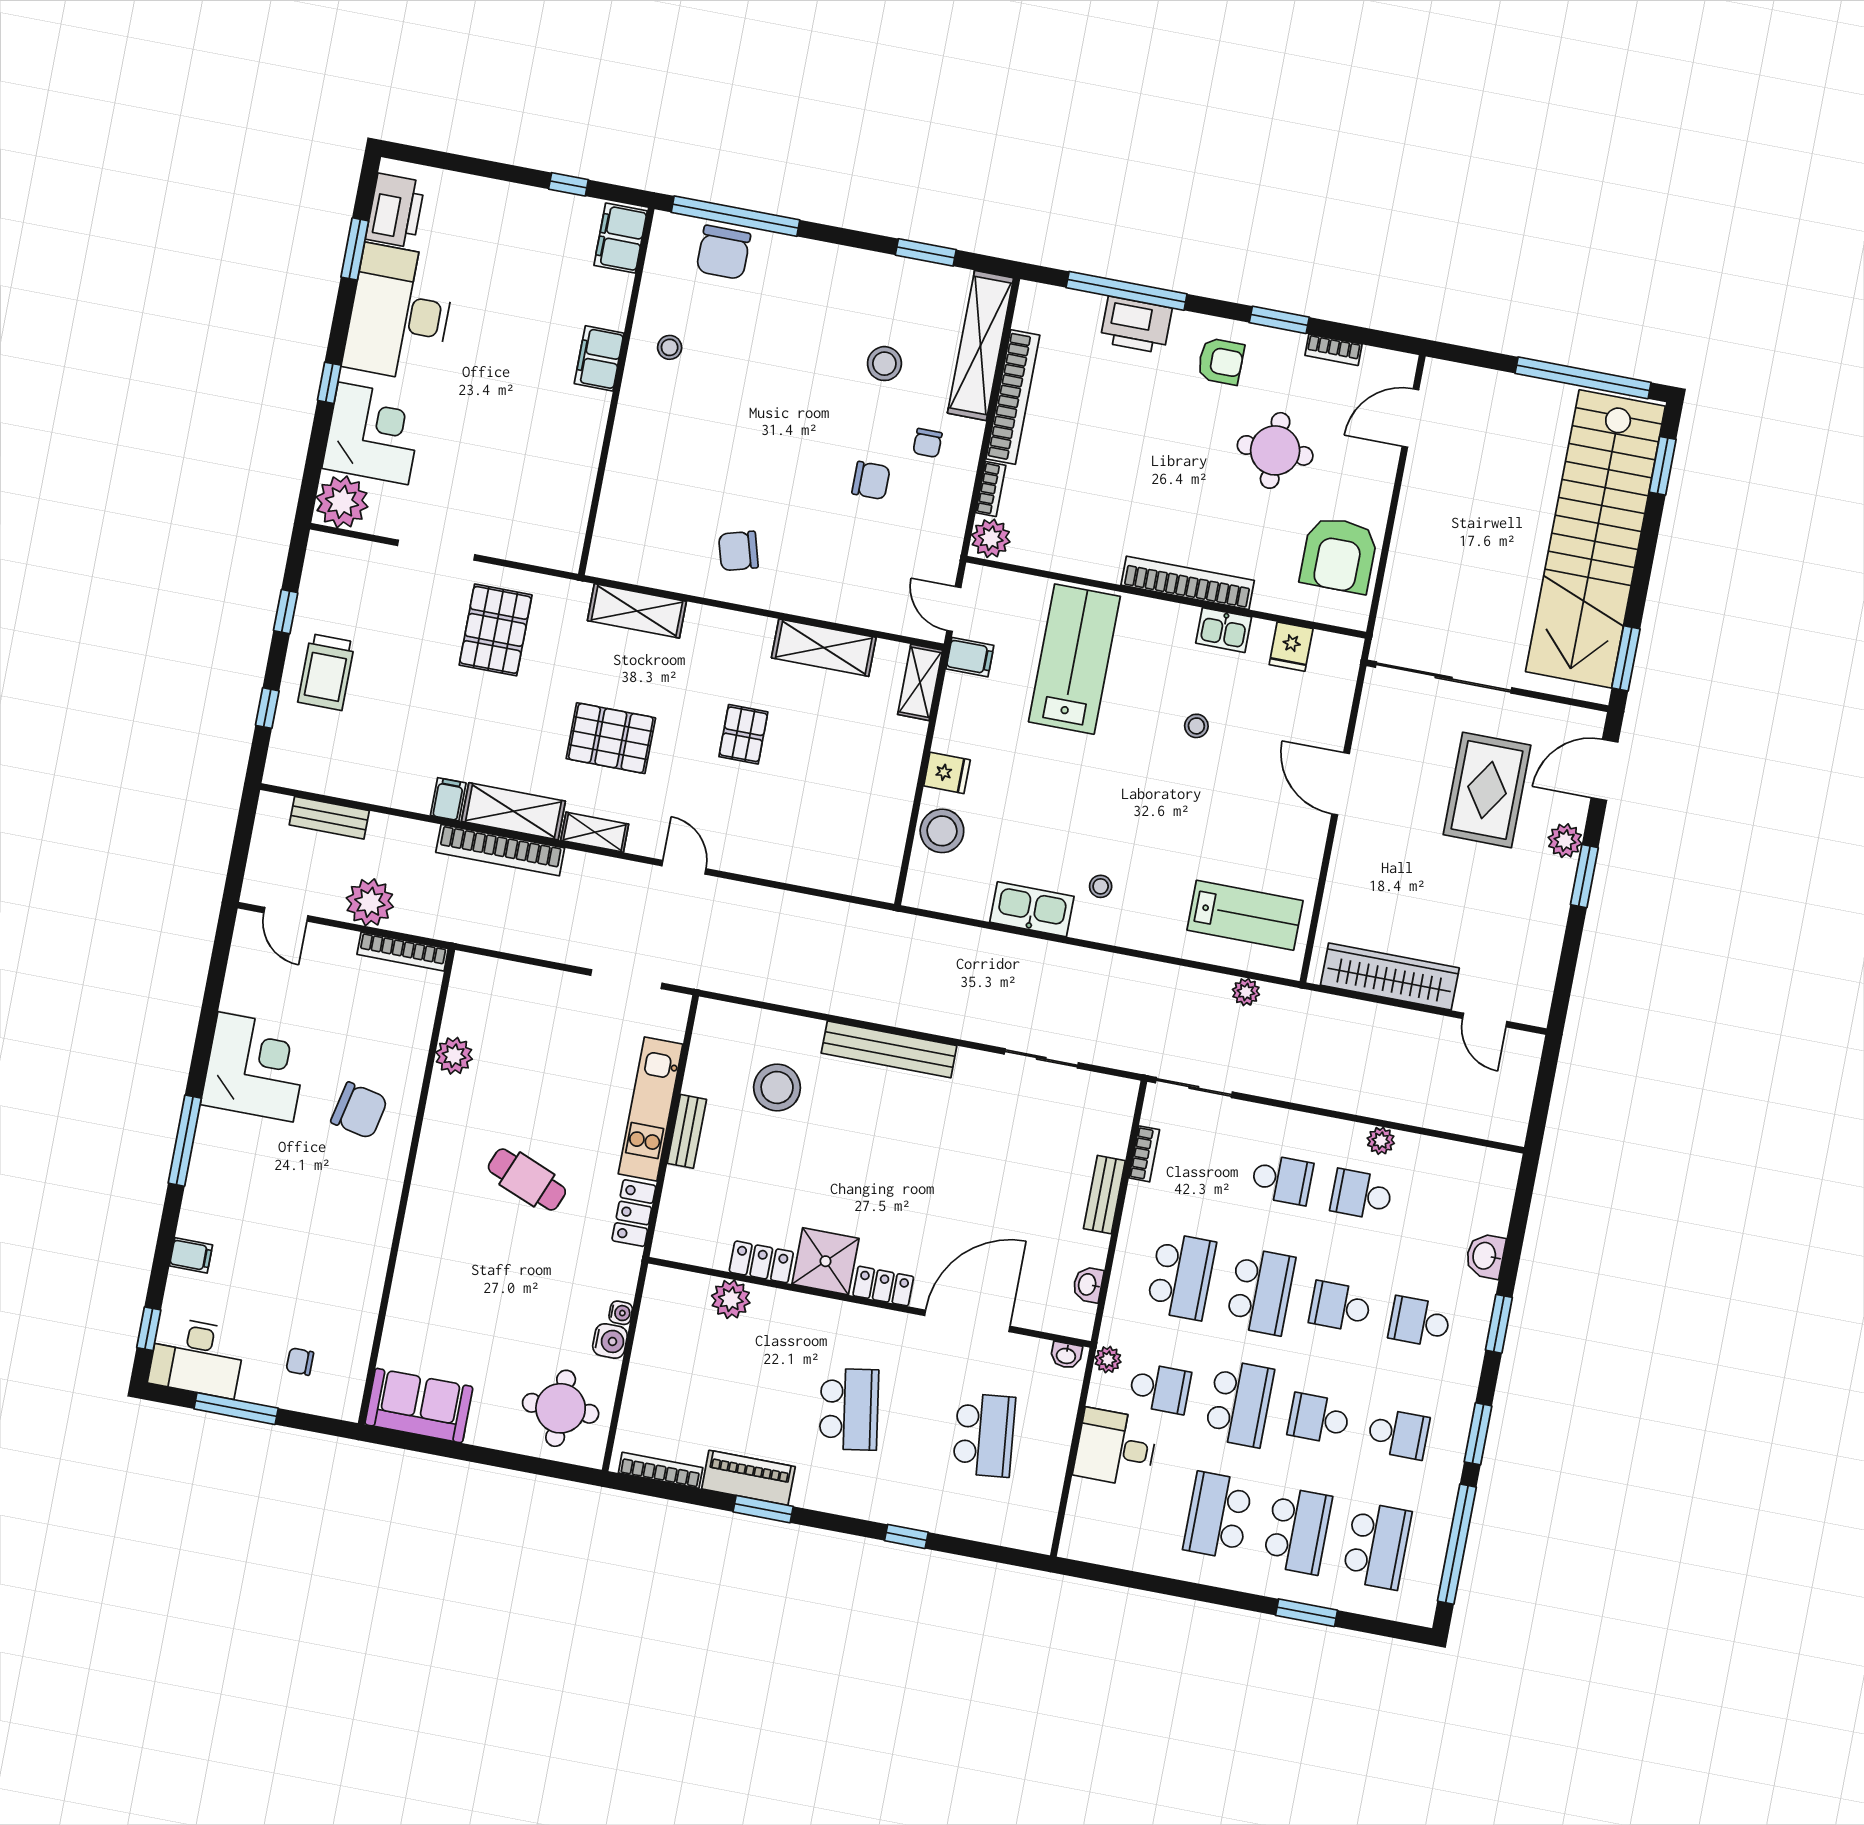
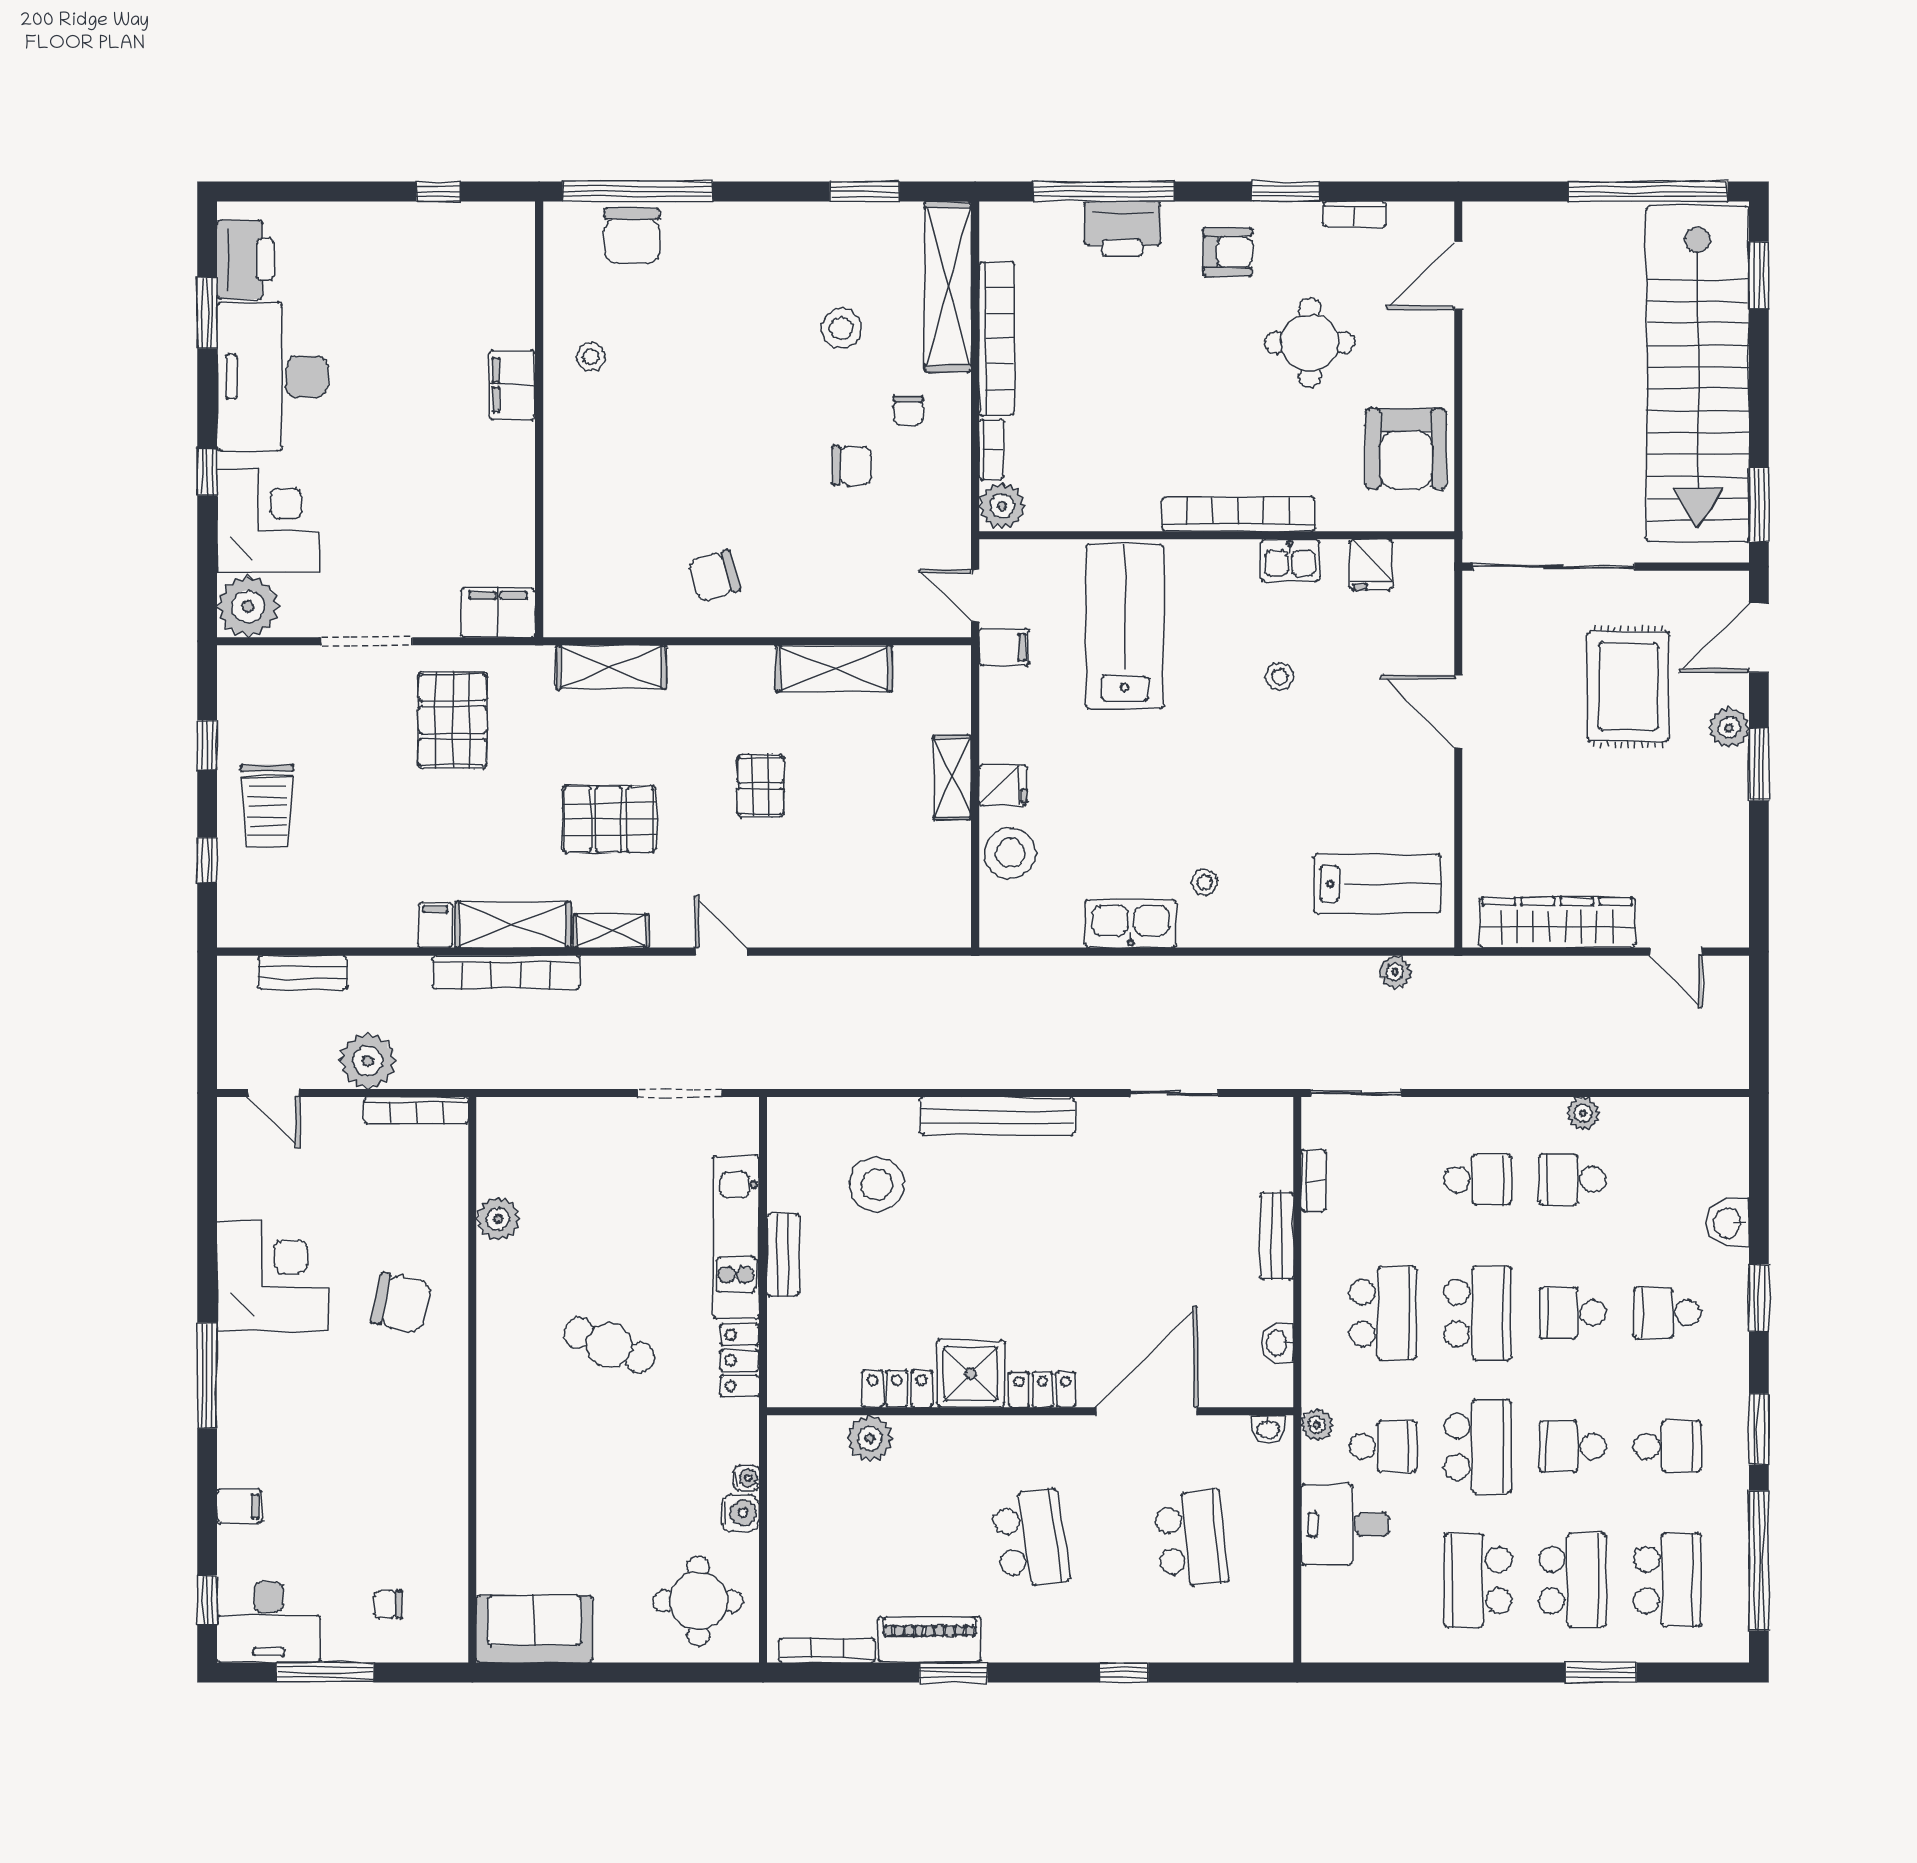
filing cabinet: (621, 238) -> (498, 613), moved, turned 90
shelving: (920, 682) -> (952, 778), moved

